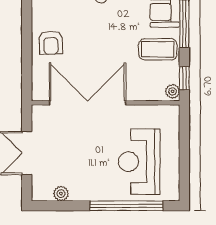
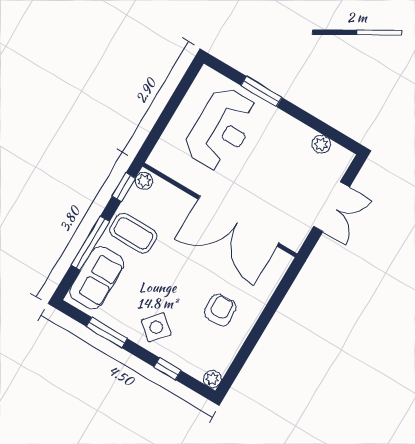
armchair: (51, 43) -> (220, 310), moved
window: (126, 206) -> (261, 92), width x0.47

